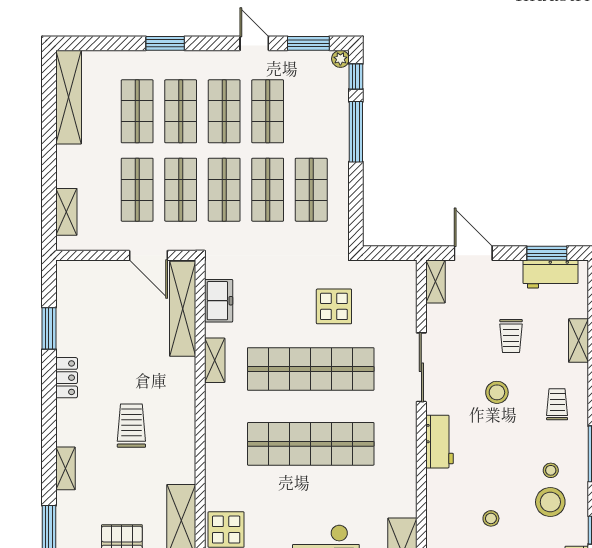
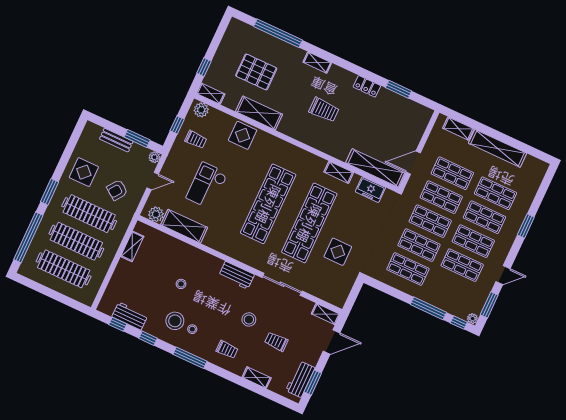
shelving: (69, 97) -> (498, 148), moved

